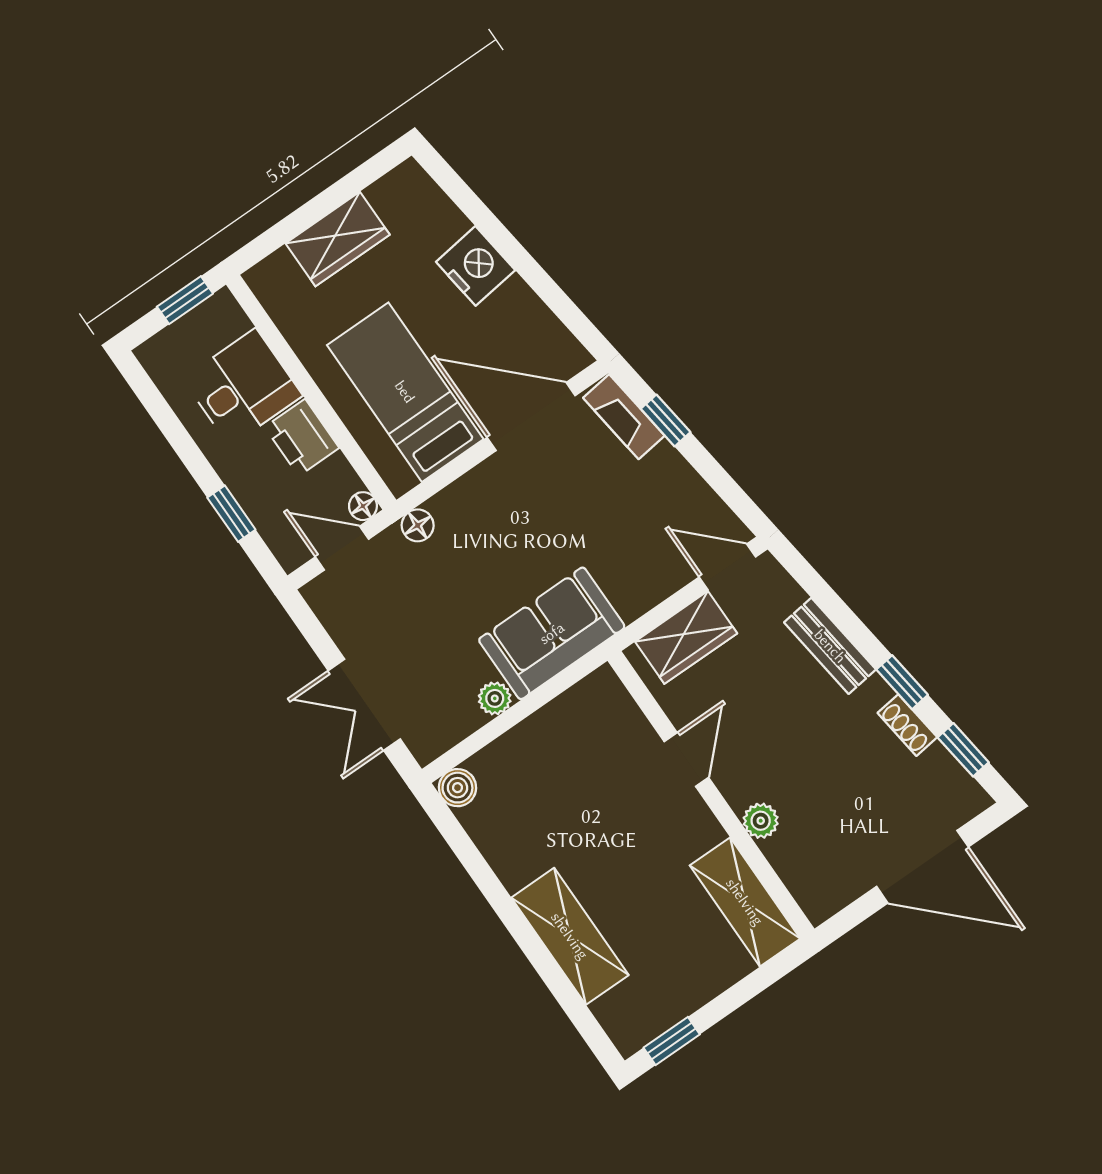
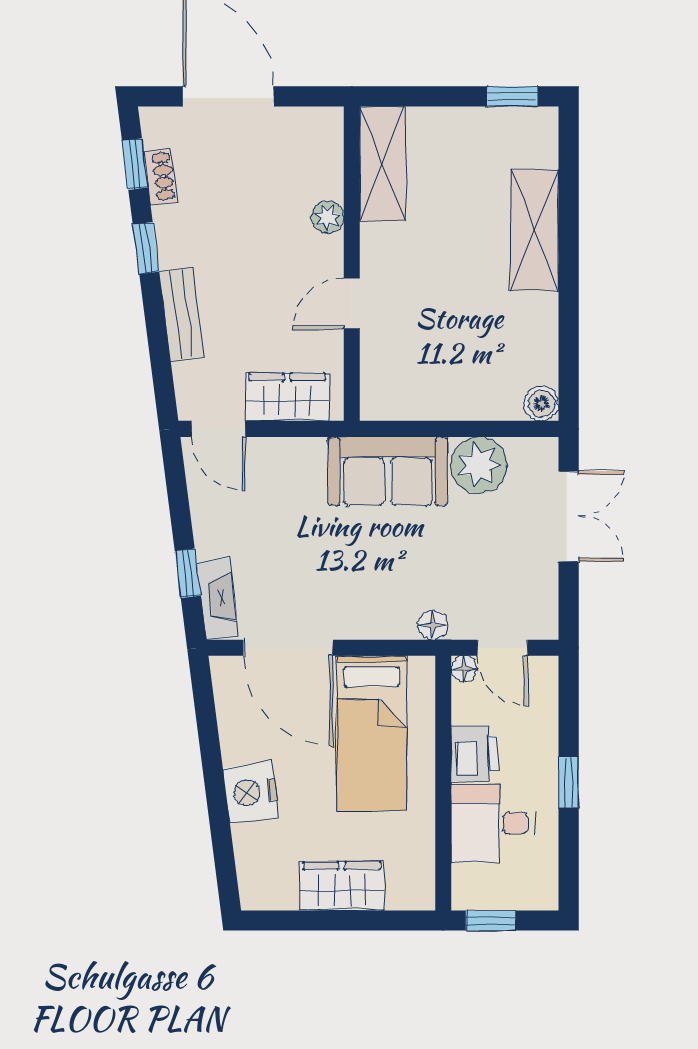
window: (231, 514) -> (569, 782), moved
plant: (495, 698) -> (479, 465), width x1.88, depth x1.88
shoe rack: (907, 725) -> (160, 177), moved

